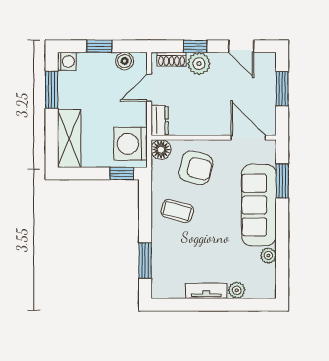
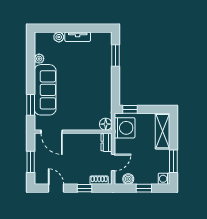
plant: (199, 64) -> (82, 177), removed
armchair: (196, 168) -> (84, 113), removed
coffee table: (177, 211) -> (96, 86), removed

